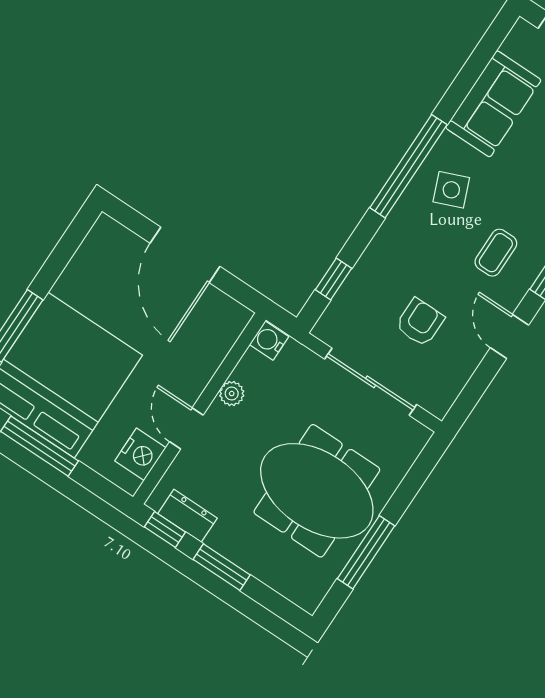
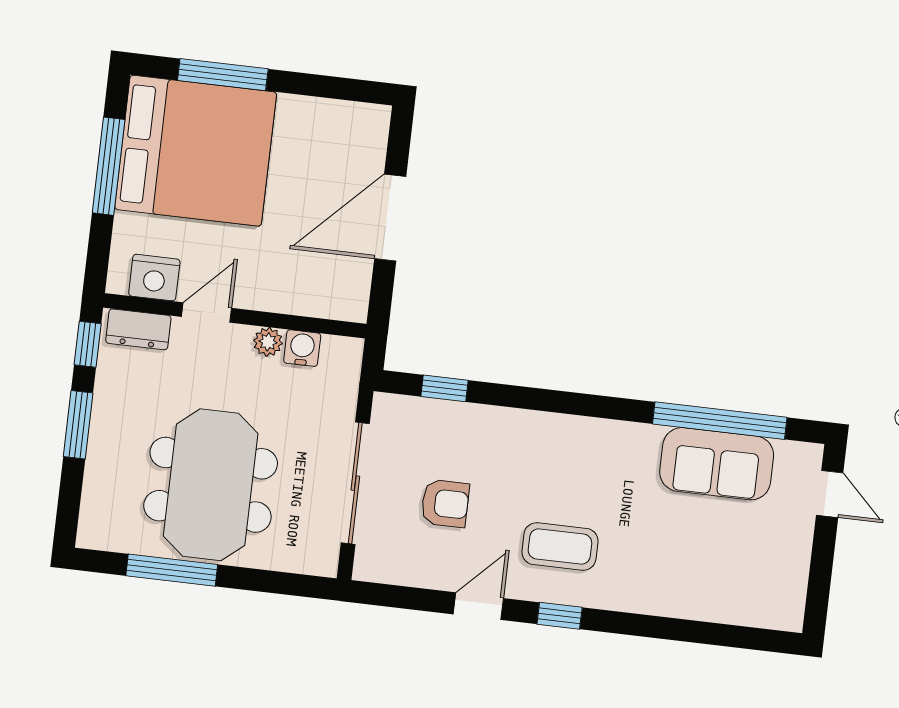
window: (408, 166) -> (720, 421), moved
side table: (451, 190) -> (603, 465), removed
coffee table: (496, 253) -> (560, 547), width x1.36, depth x1.30
water cooler: (269, 341) -> (302, 348), moved
dresser: (188, 516) -> (138, 329), moved, turned 90

